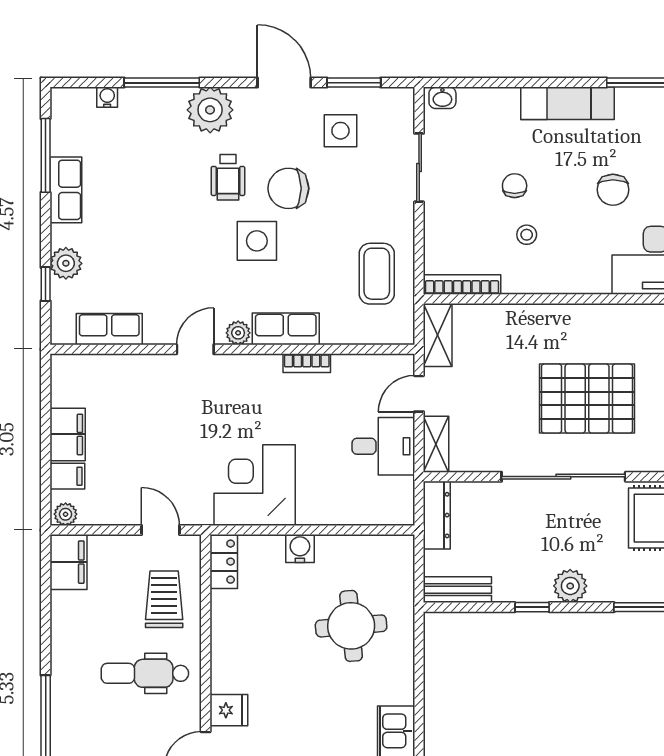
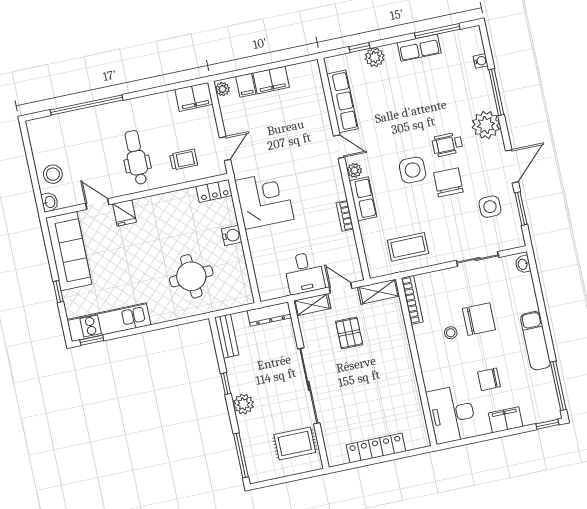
chair: (515, 186) -> (479, 319), width x1.87, depth x1.87
row of seats: (109, 329) -> (342, 101), width x1.48
pallet: (587, 399) -> (349, 333), moved, width x0.49, depth x0.50
trolley: (164, 599) -> (184, 160), width x0.73, depth x0.72

